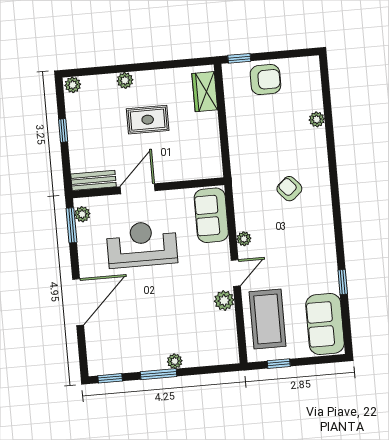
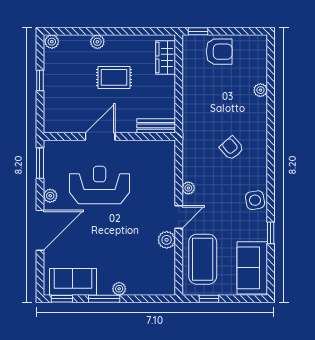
bench: (93, 180) -> (156, 126), moved
plant: (82, 214) -> (50, 196), moved
sofa: (211, 215) -> (73, 282), moved, turned 90
side table: (321, 246) -> (255, 200), added

